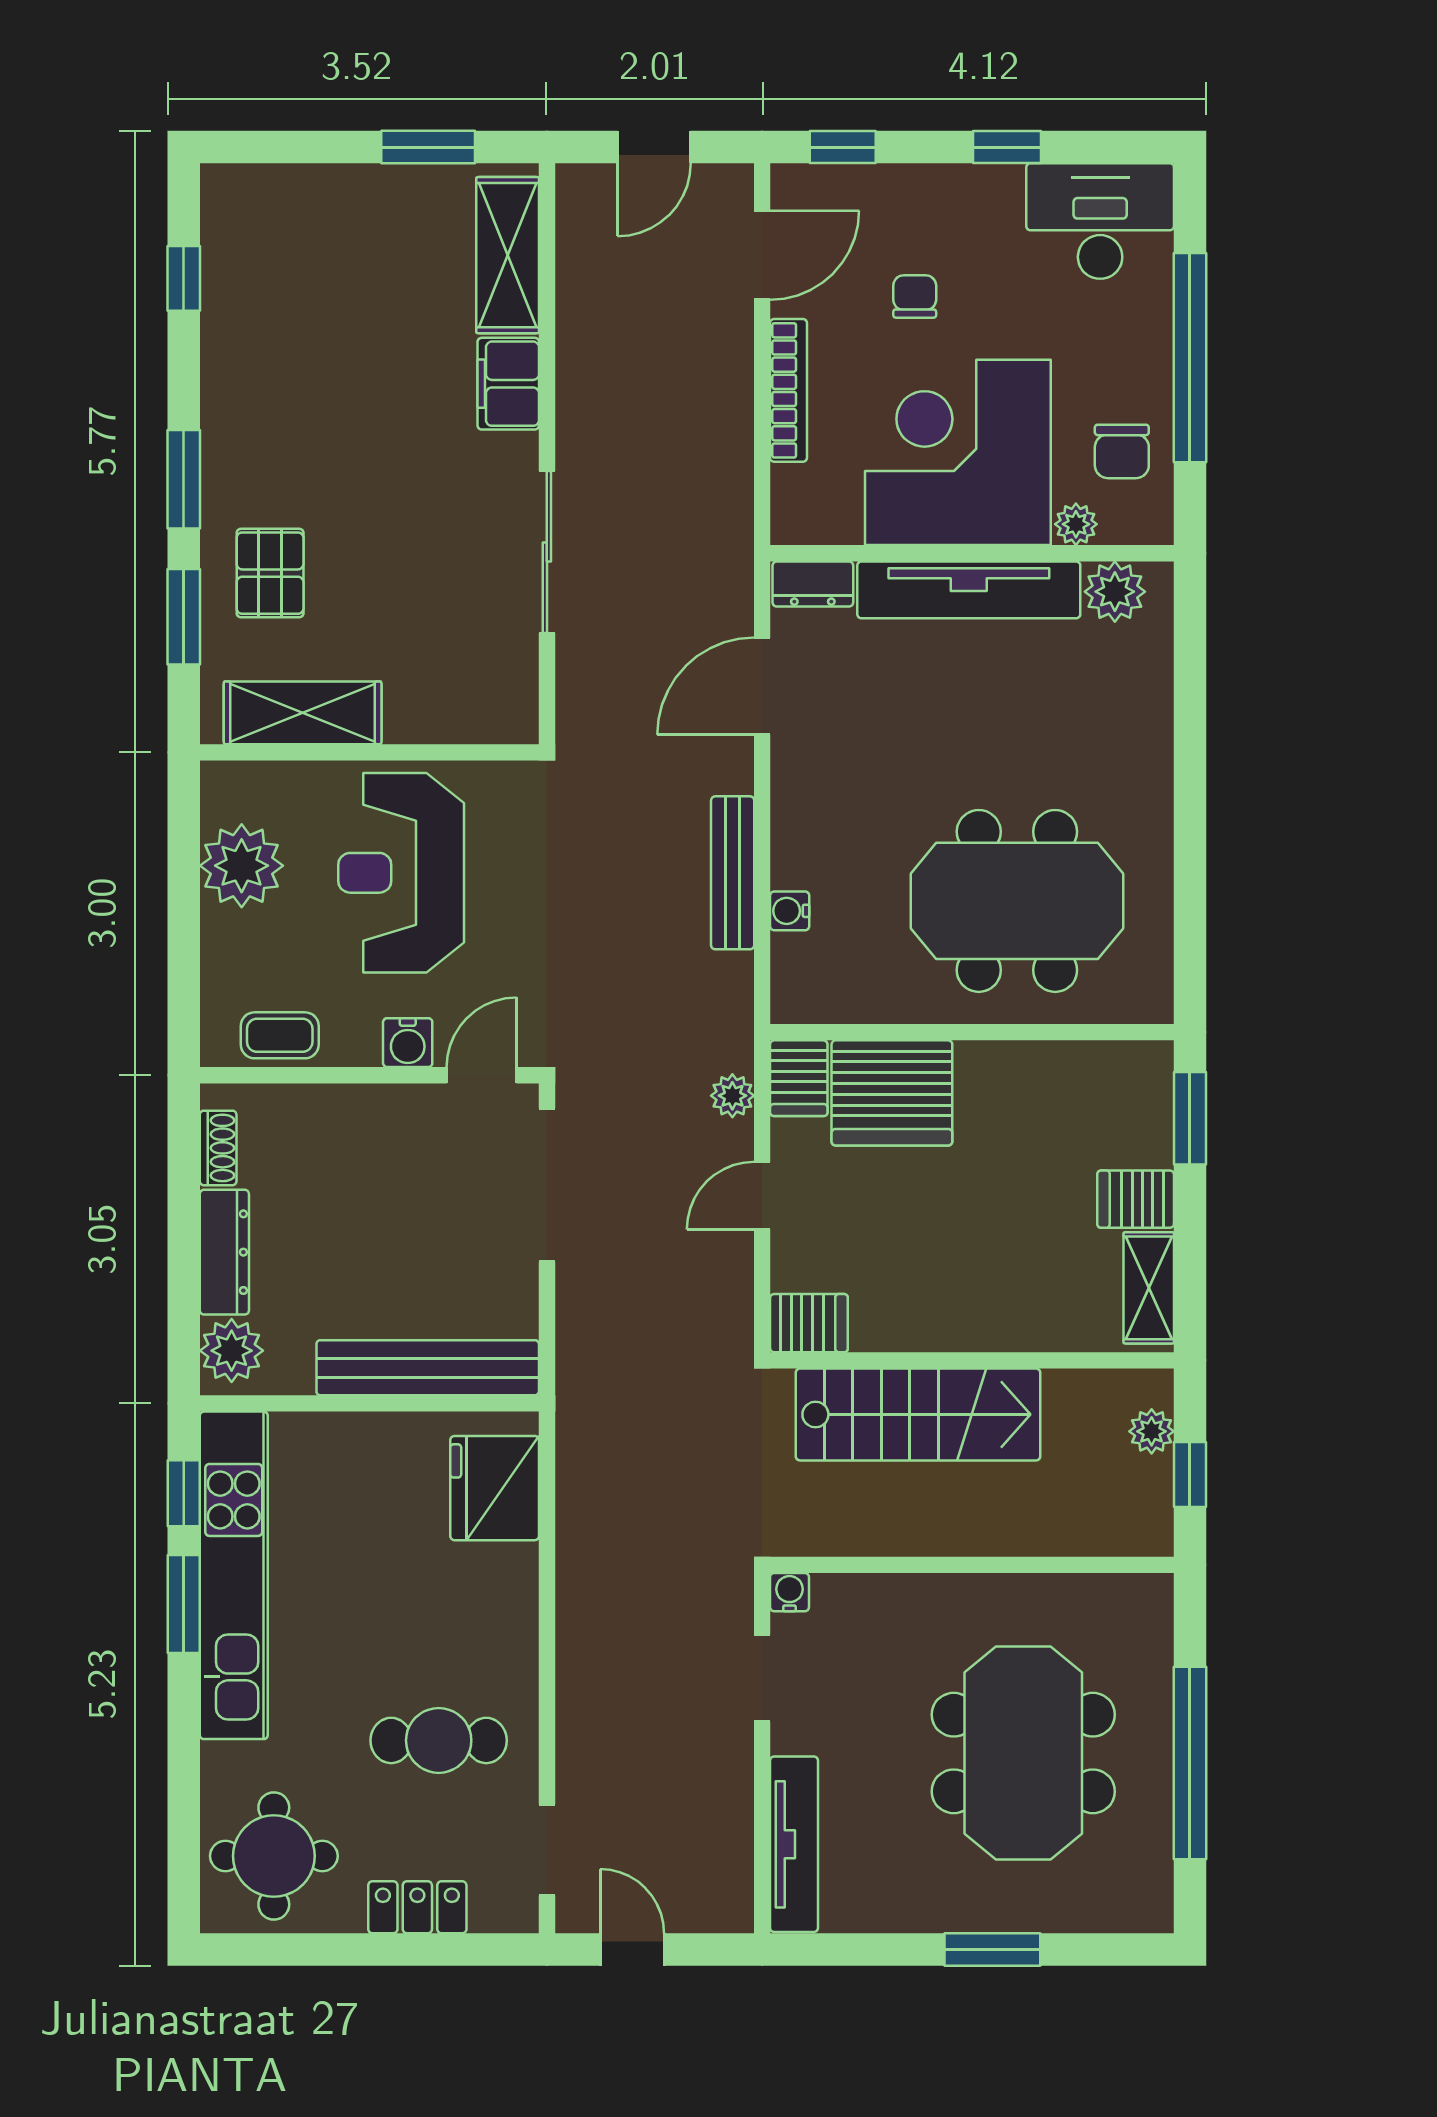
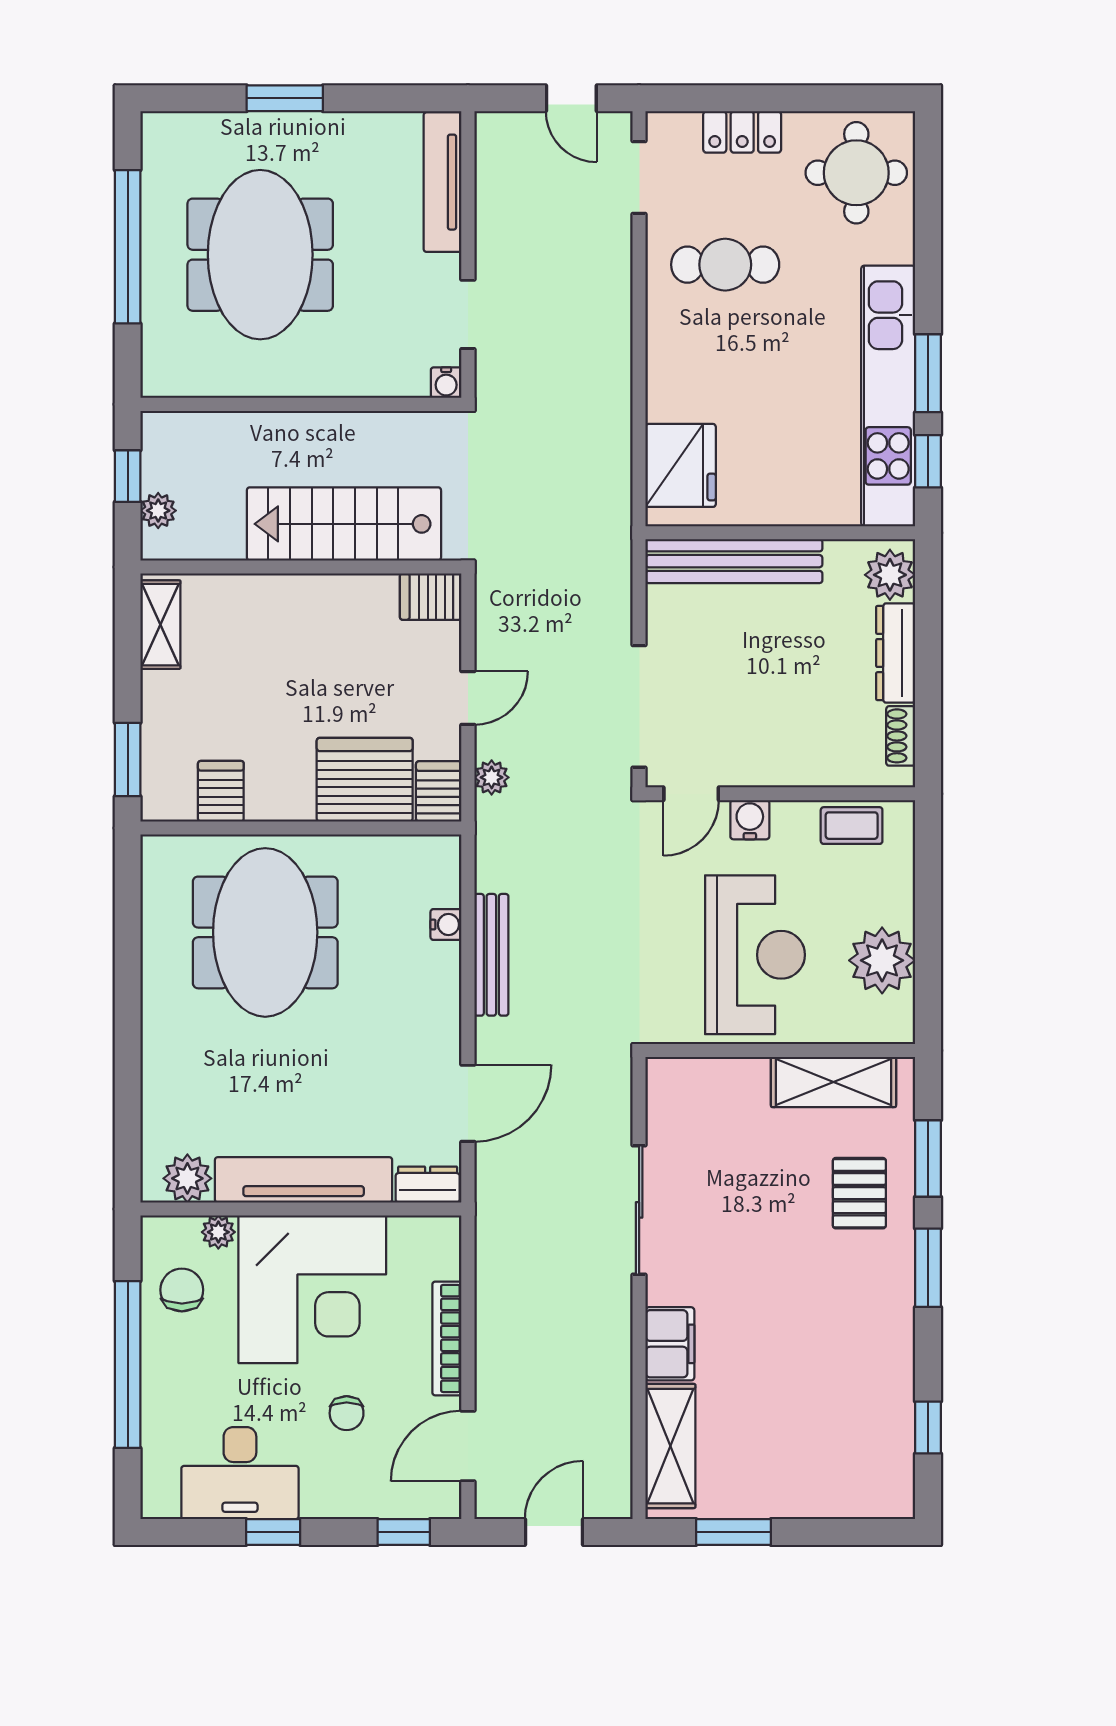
desk: (1100, 221) -> (240, 1473), moved
meeting table: (1017, 901) -> (265, 932), turned 90
server rack: (1136, 1199) -> (221, 791), moved, turned -90

